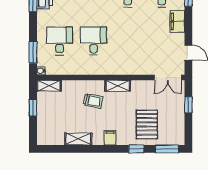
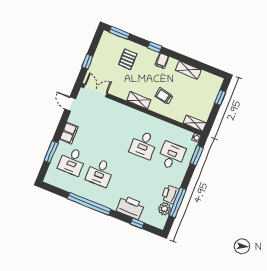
desk: (60, 41) -> (171, 156), turned 180
window: (33, 108) -> (220, 97), moved
pallet: (147, 124) -> (128, 59), width x0.67, depth x0.71
window: (136, 149) -> (155, 47), moved

